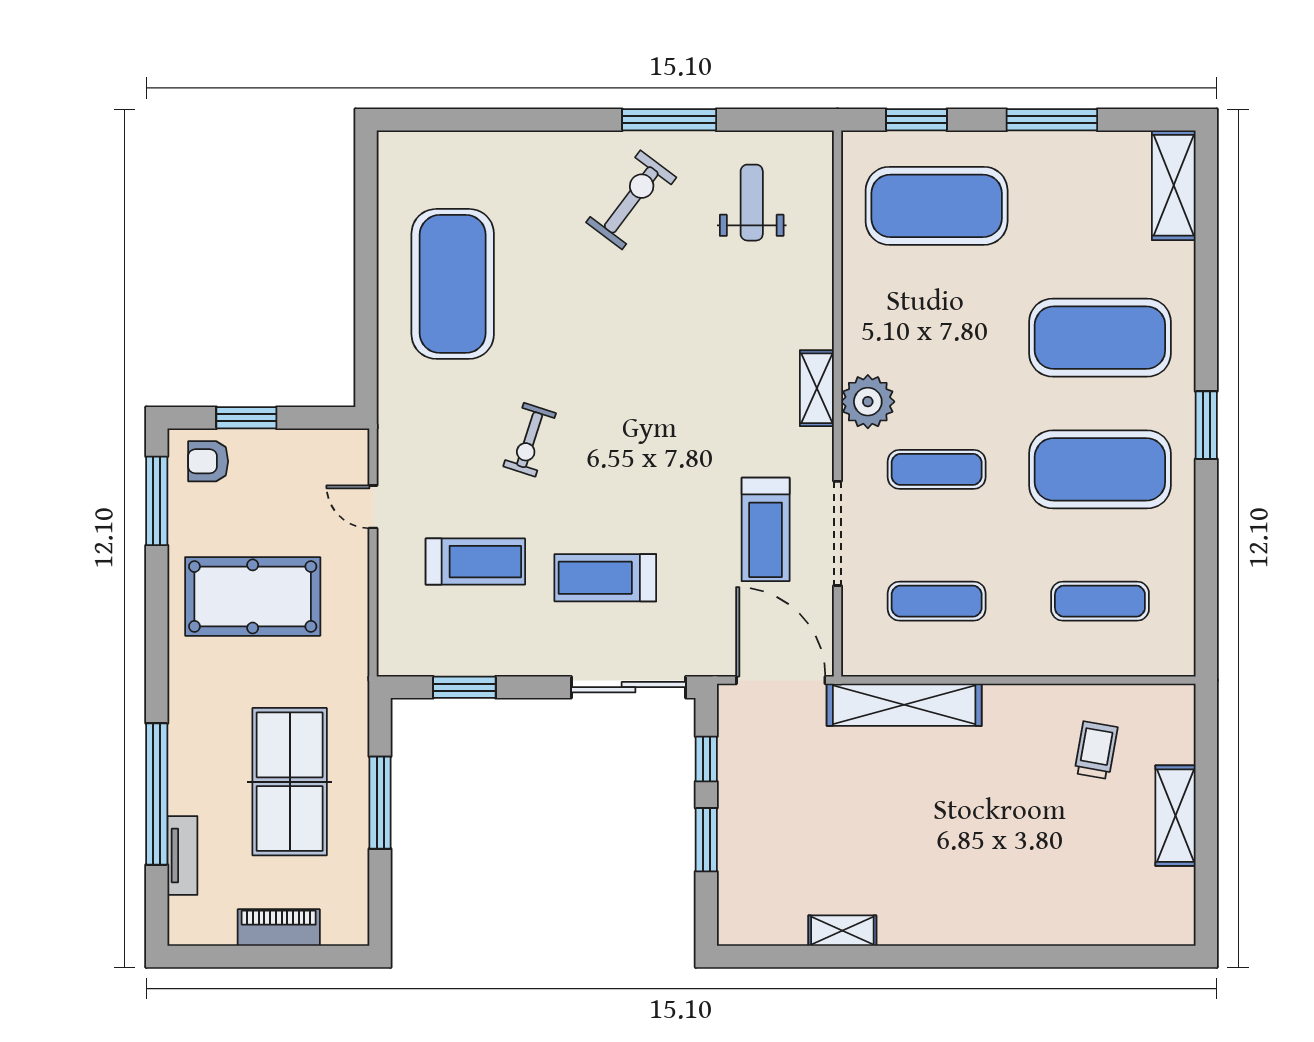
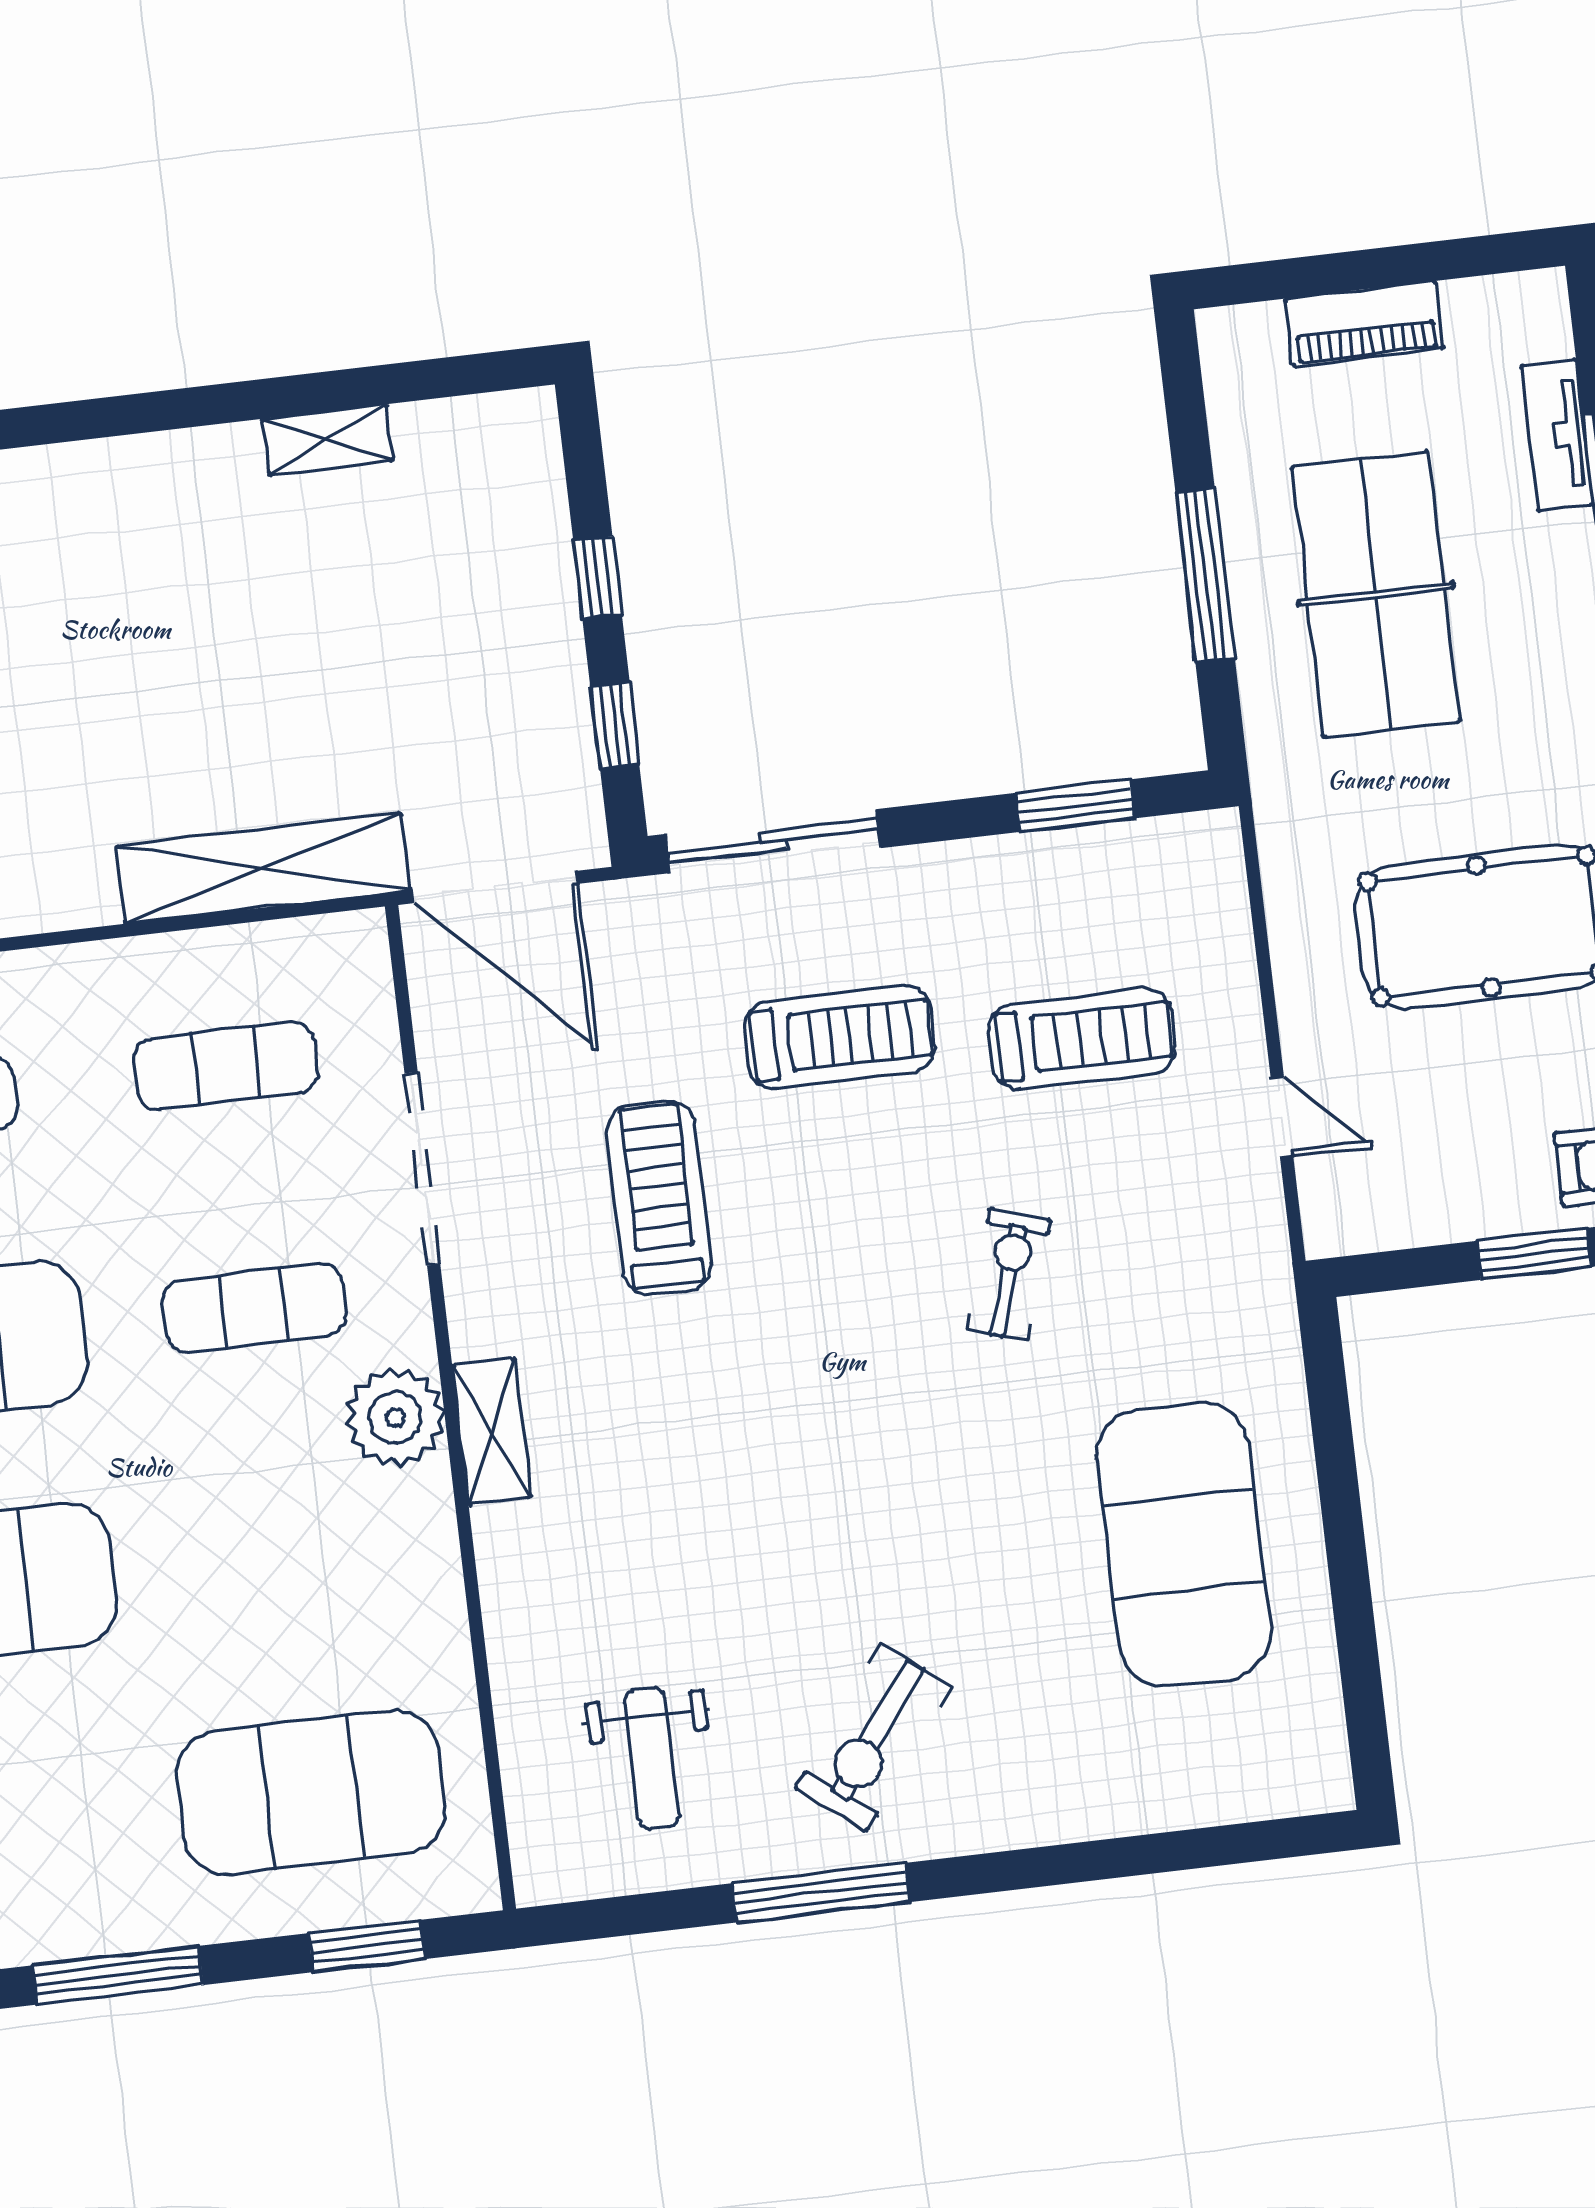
treadmill: (766, 529) -> (659, 1198), moved
treadmill: (475, 562) -> (1082, 1039), turned 180
window: (706, 840) -> (597, 577), width x0.67

